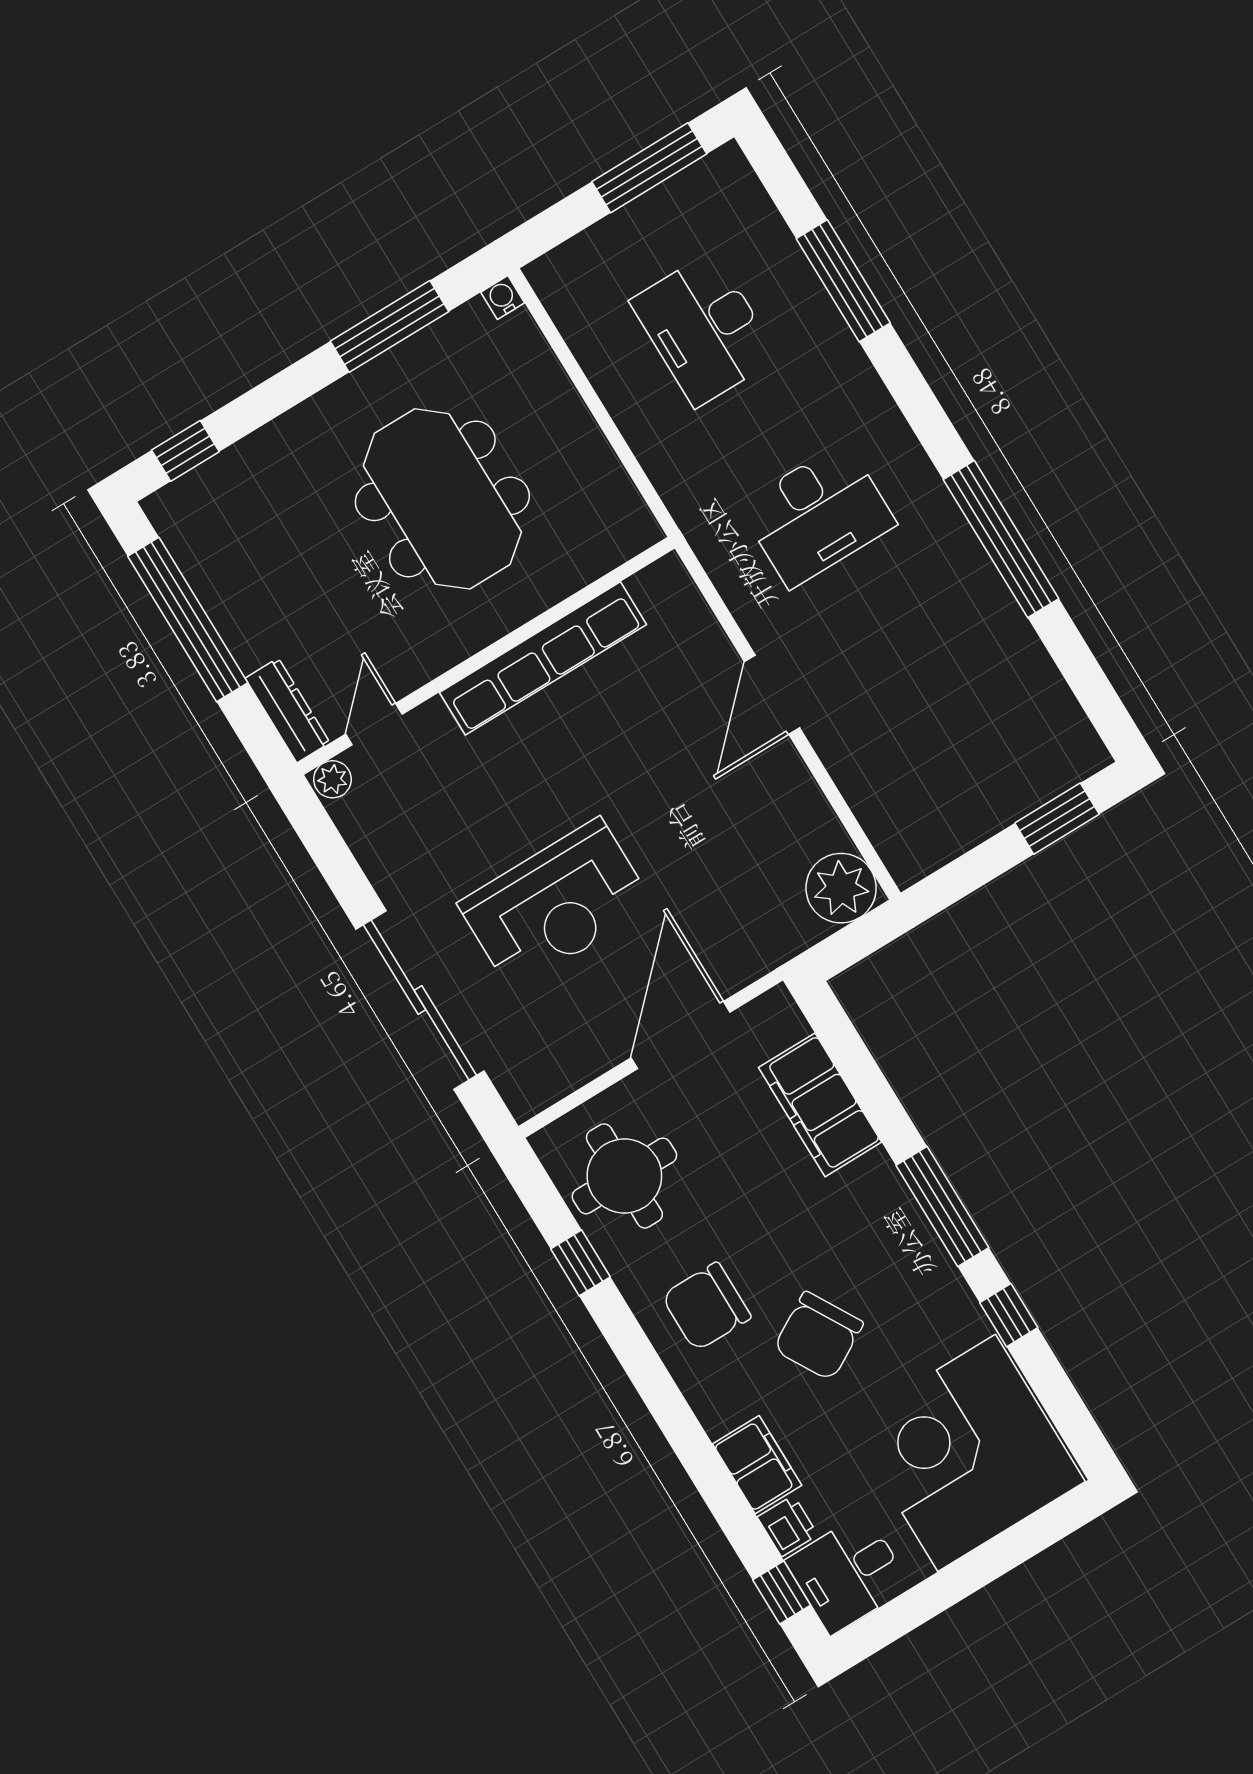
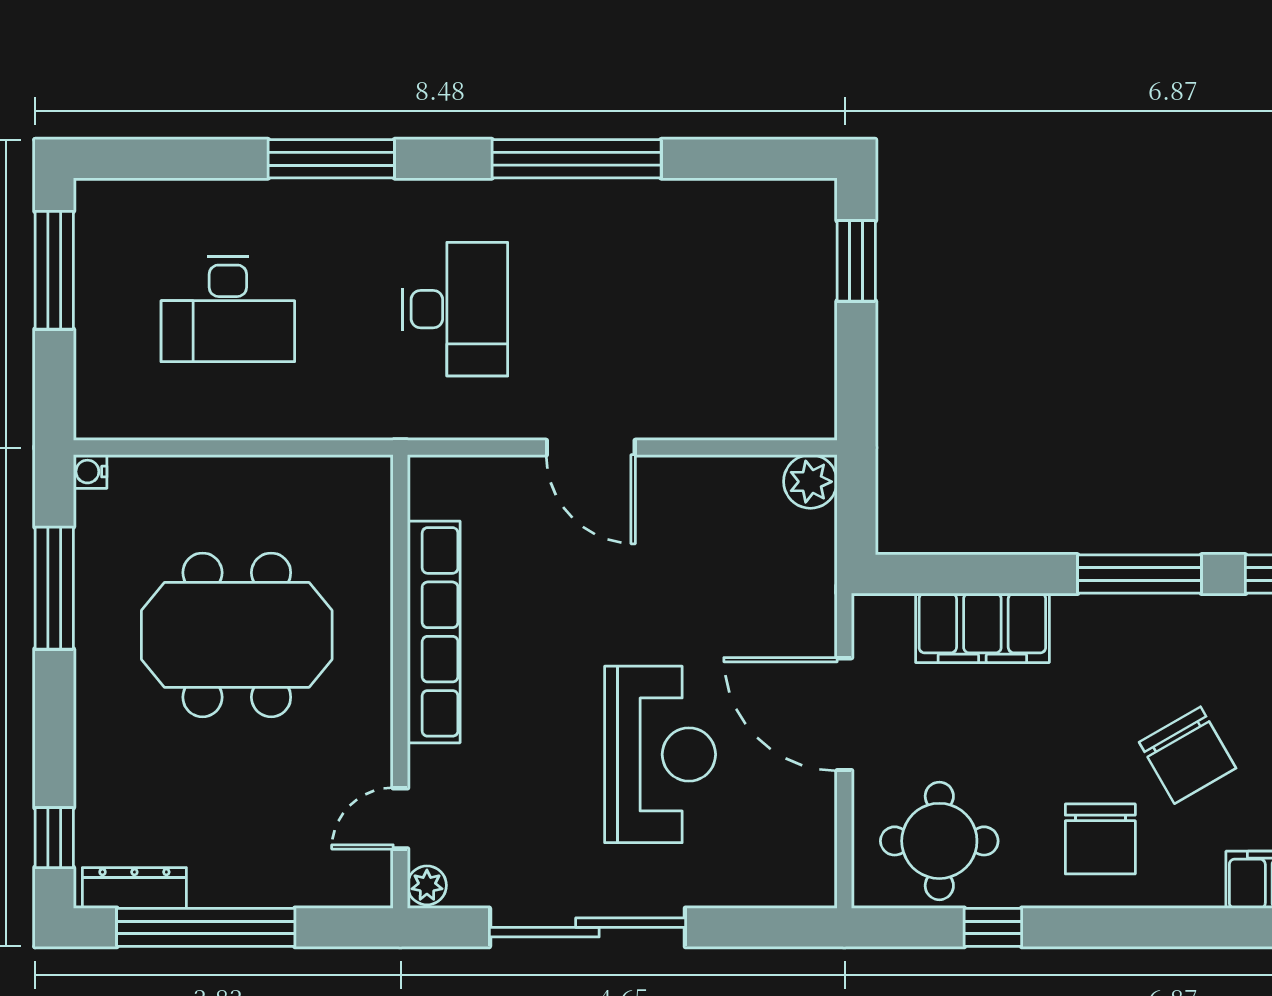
window: (843, 281) -> (331, 159), moved
dresser: (288, 710) -> (134, 888), moved
door: (374, 724) -> (400, 818), hinge flipped
plant: (841, 888) -> (810, 482), width x0.73, depth x0.73
sliding door: (420, 1000) -> (587, 927), moved

